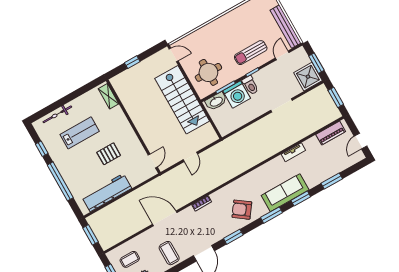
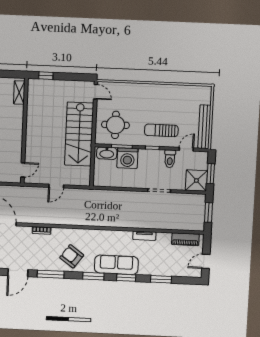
window: (132, 62) -> (46, 76), moved
toilet: (250, 85) -> (170, 159), moved
window: (233, 237) -> (51, 274), width x1.44

